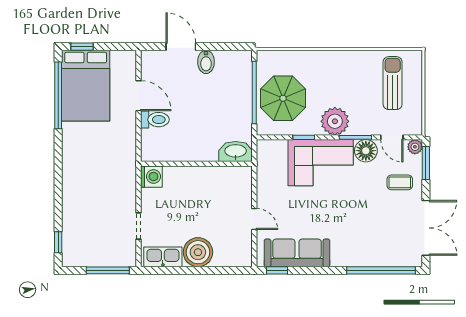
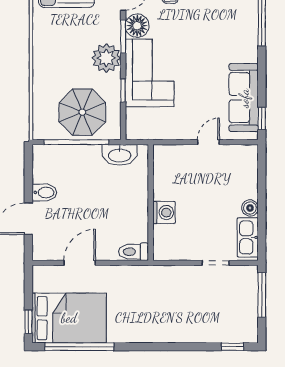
toilet: (155, 120) -> (134, 252), moved, turned -90
washbasin: (236, 151) -> (120, 155), moved, turned -90
washing machine: (151, 177) -> (164, 213), moved, turned 90
boiler: (198, 252) -> (250, 208), width x0.54, depth x0.54

